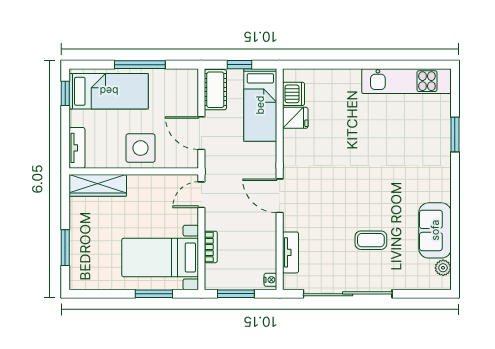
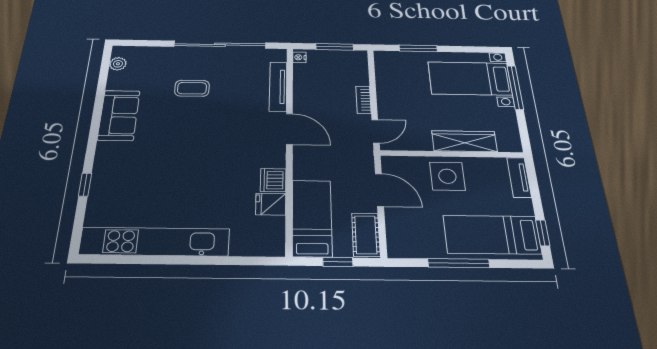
kitchen unit: (406, 81) -> (155, 242), width x1.36
dishwasher: (294, 94) -> (273, 180), moved
window: (455, 134) -> (85, 185), width x0.67
wardrobe: (98, 185) -> (464, 141), moved
sofa: (435, 230) -> (119, 115), moved
bookcase: (211, 247) -> (363, 100), moved
window: (65, 248) -> (515, 87), width x1.44
tv unit: (290, 252) -> (278, 86), width x1.41
bed with nightstands: (160, 257) -> (470, 78), moved, turned 180

